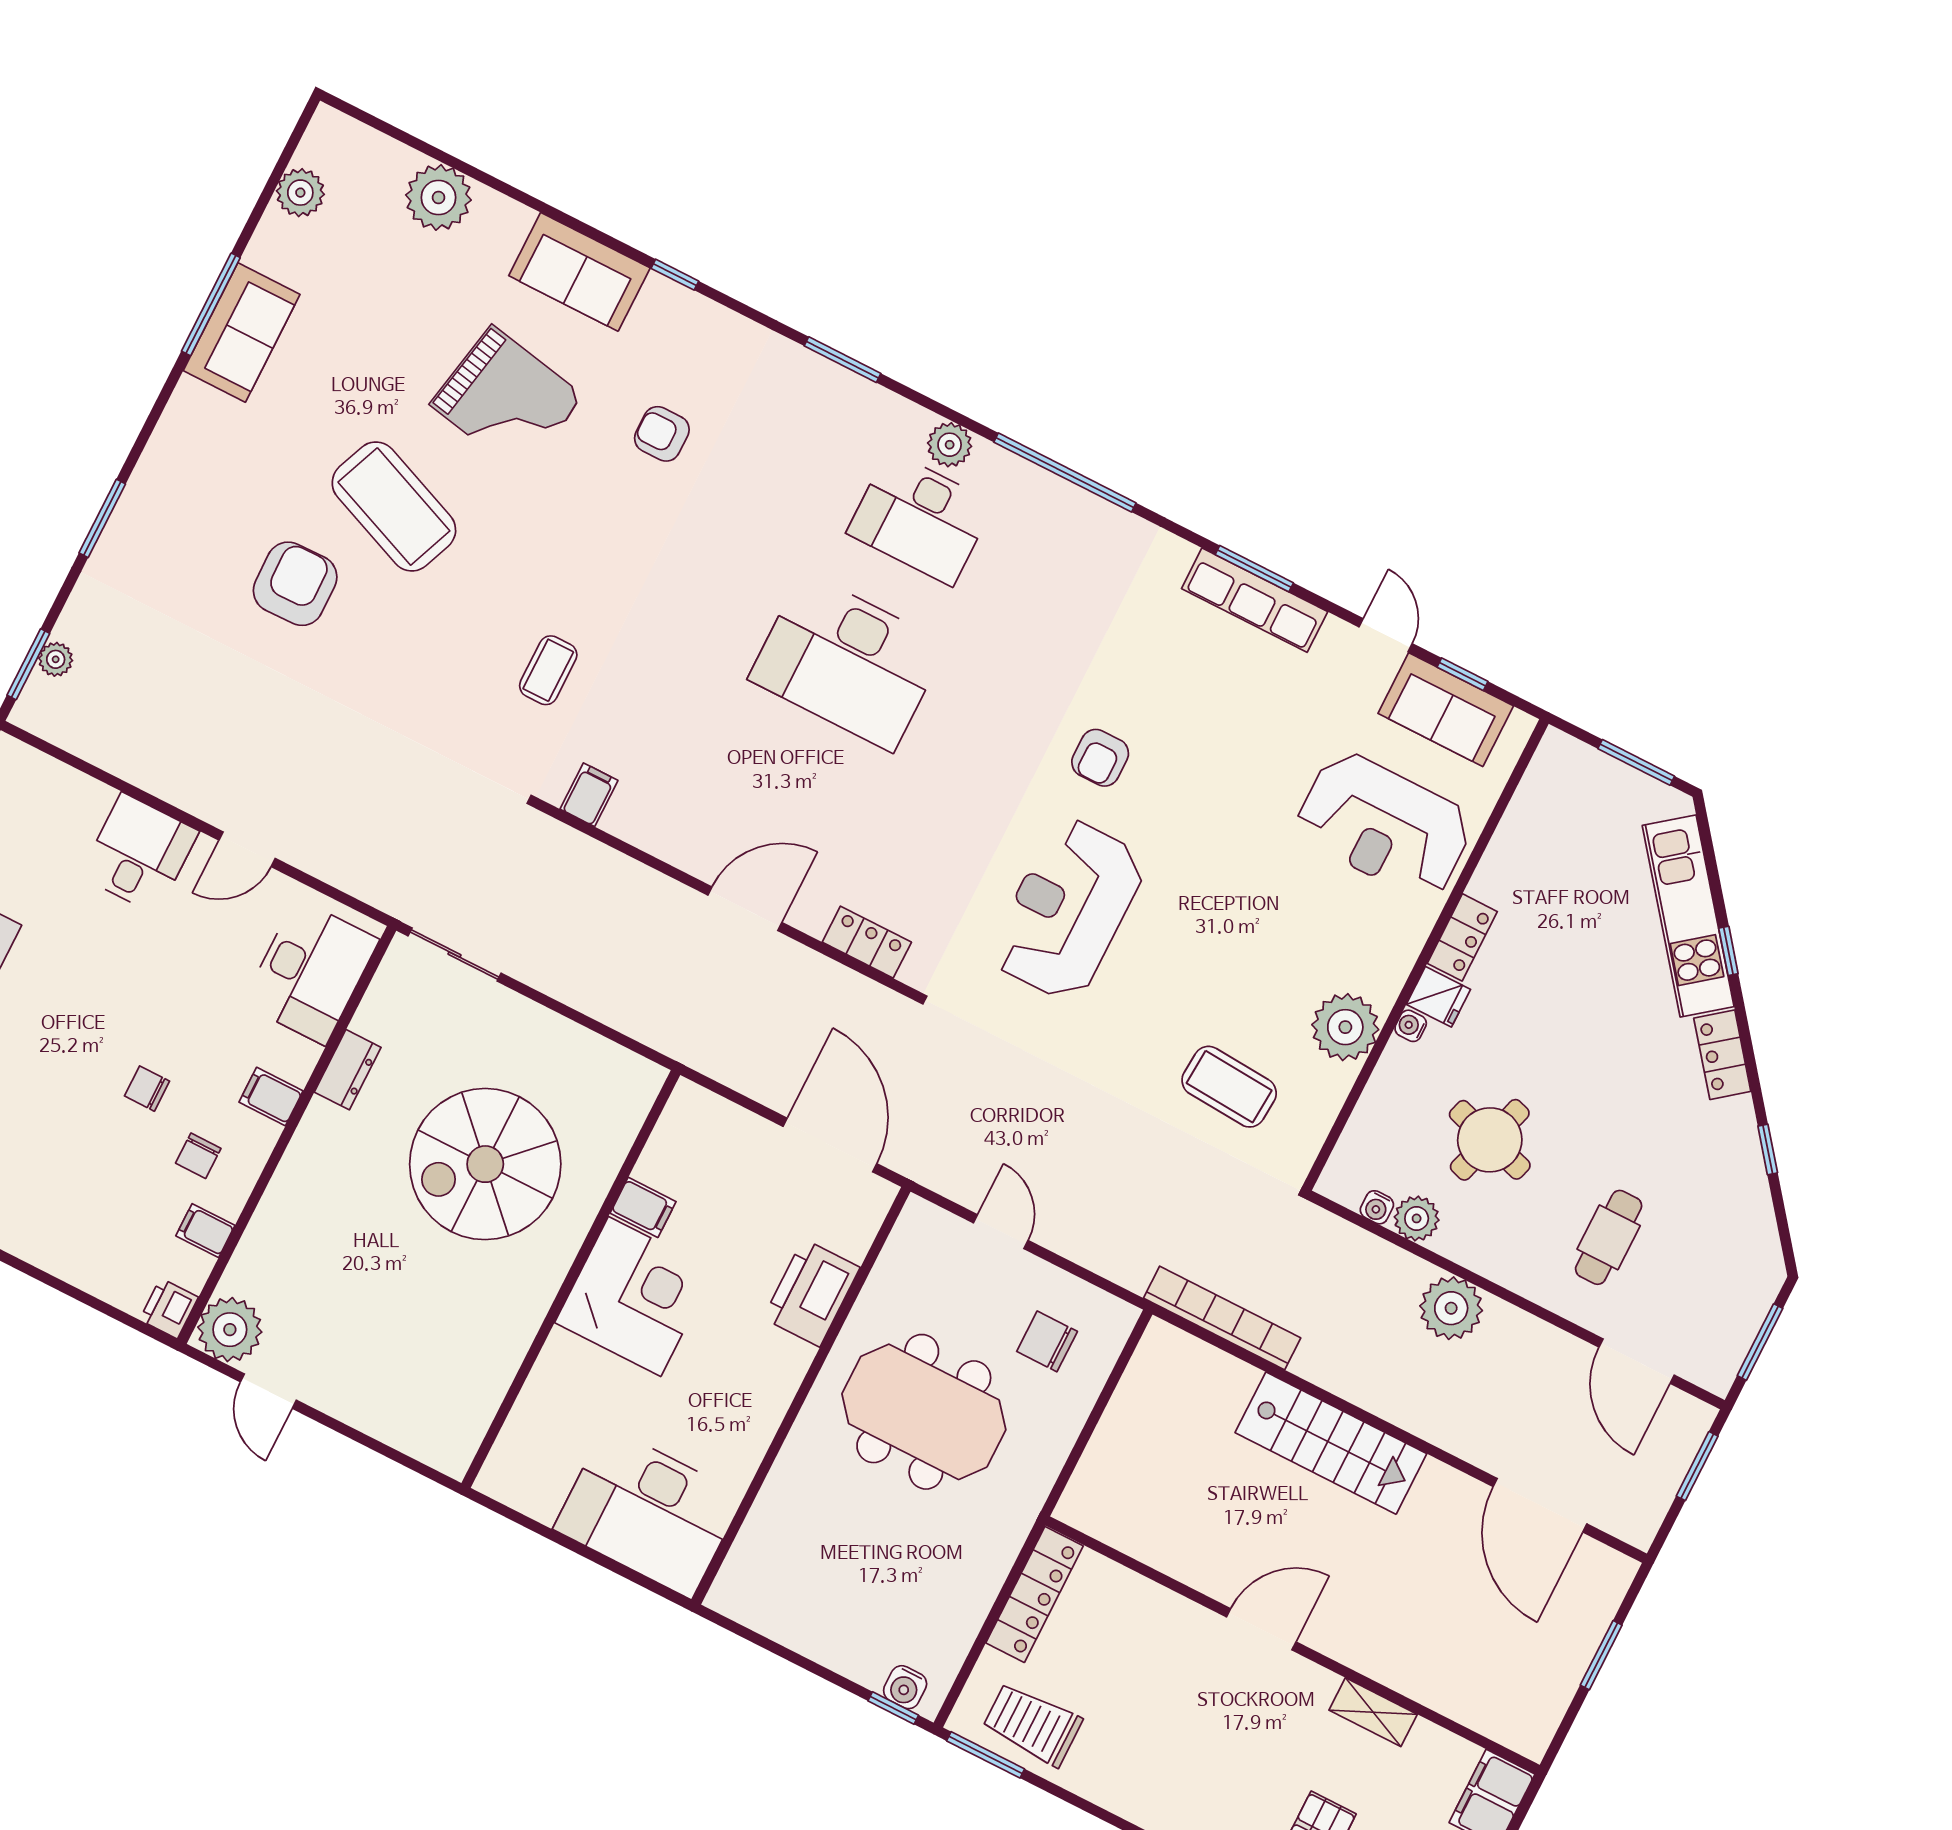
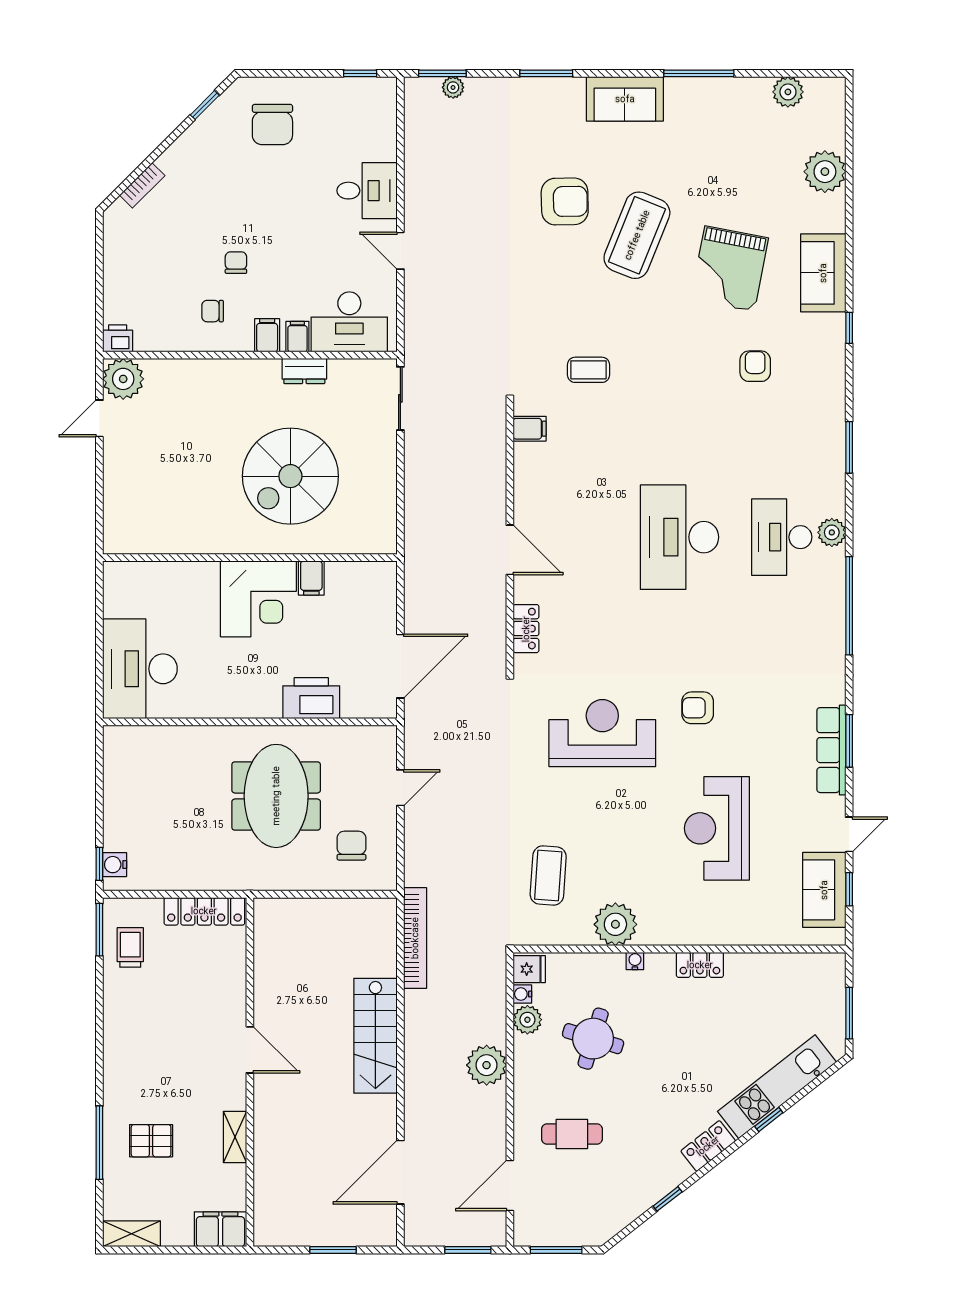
sofa: (242, 333) -> (625, 99), moved
reception desk: (1384, 825) -> (717, 828), moved
fridge: (1438, 997) -> (529, 969), moved, turned -90
spiral stairs: (485, 1164) -> (290, 476), turned -90
filing cabinet: (205, 1231) -> (297, 337), moved
trolley: (1032, 1724) -> (130, 947), width x0.73, depth x0.72

